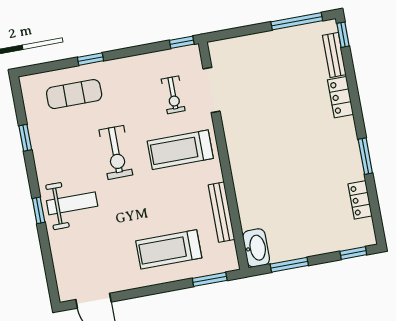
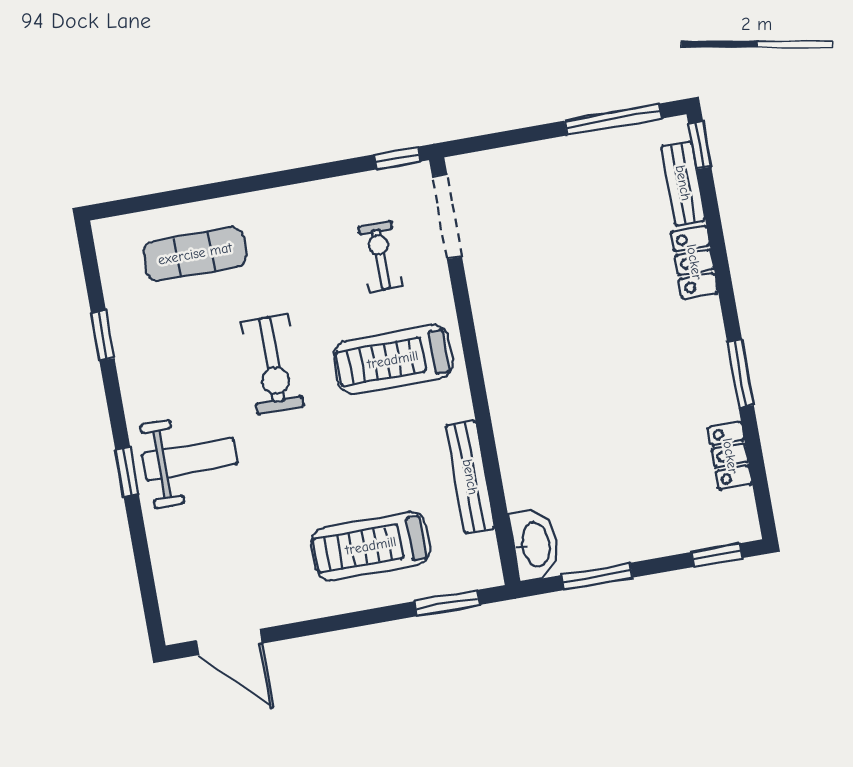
window: (91, 59) -> (226, 189), removed
doorway: (212, 90) -> (447, 216), moved
exercise bike: (173, 95) -> (380, 256), turned 180

